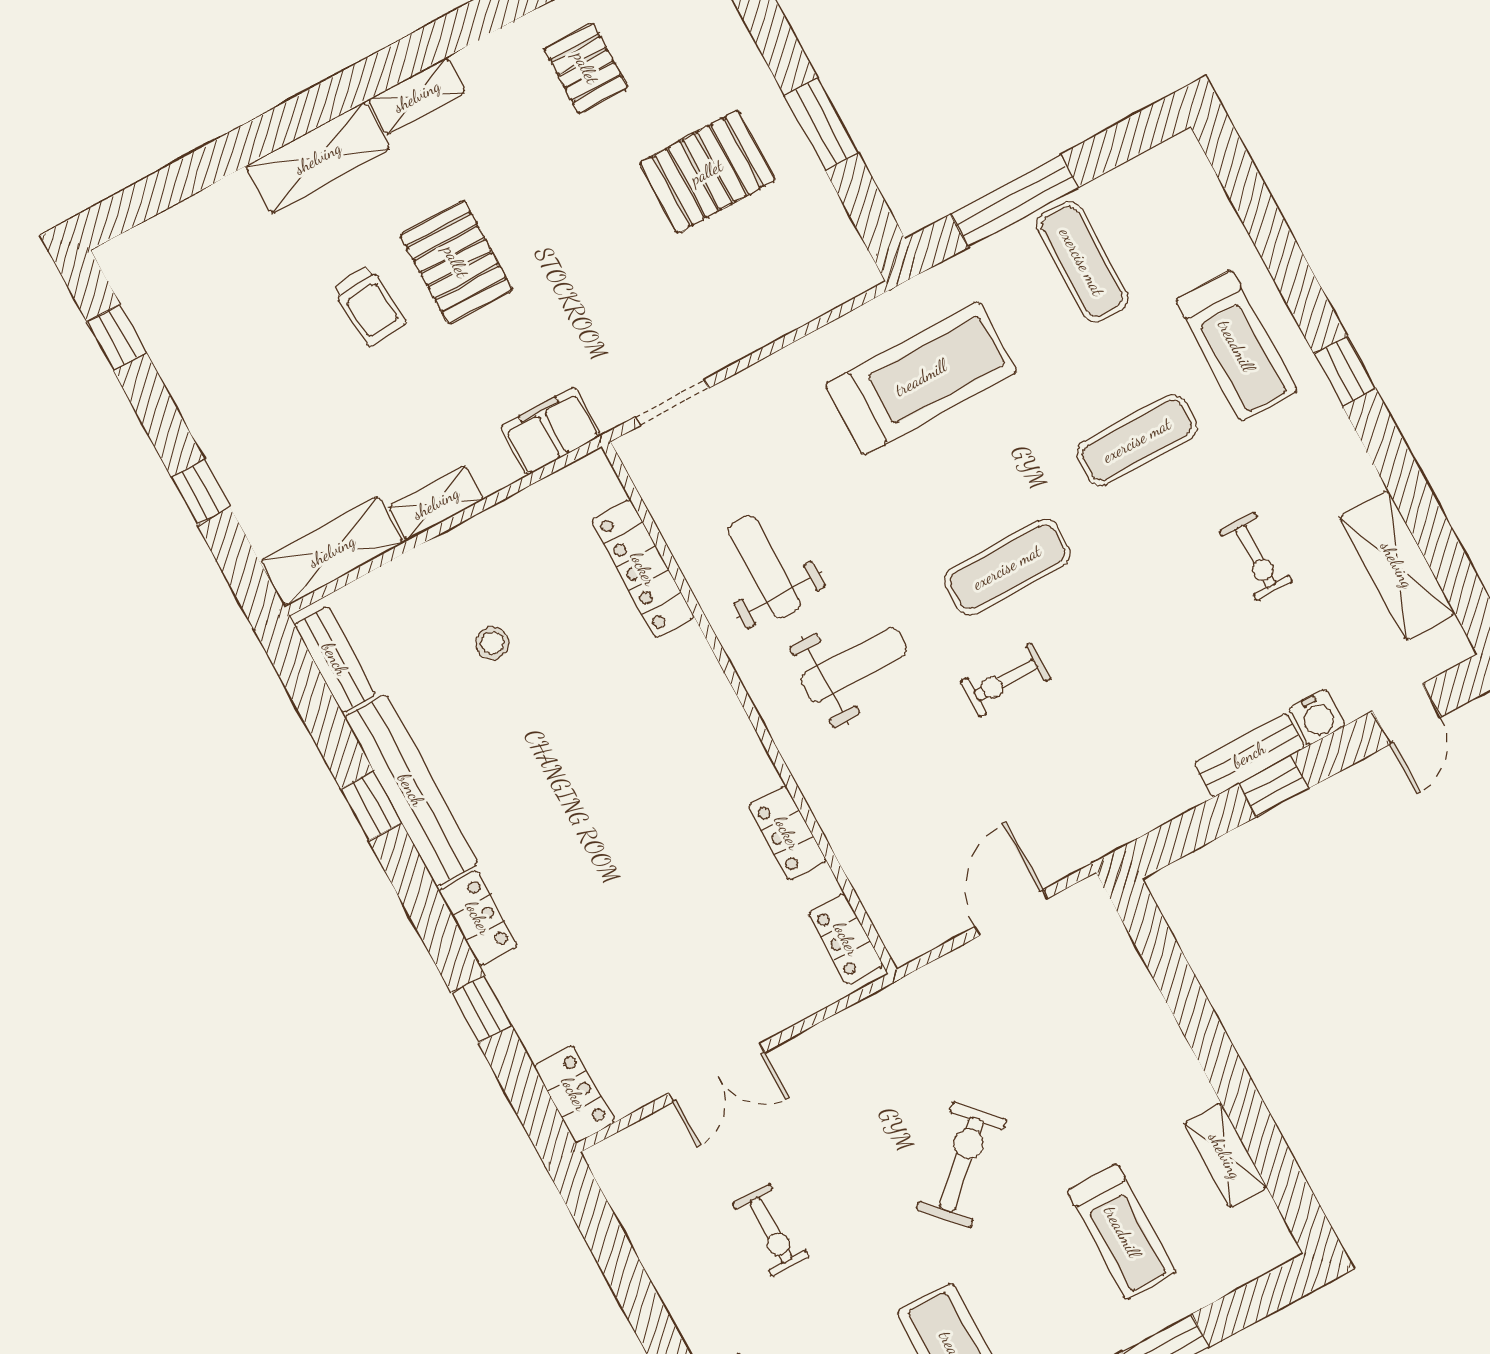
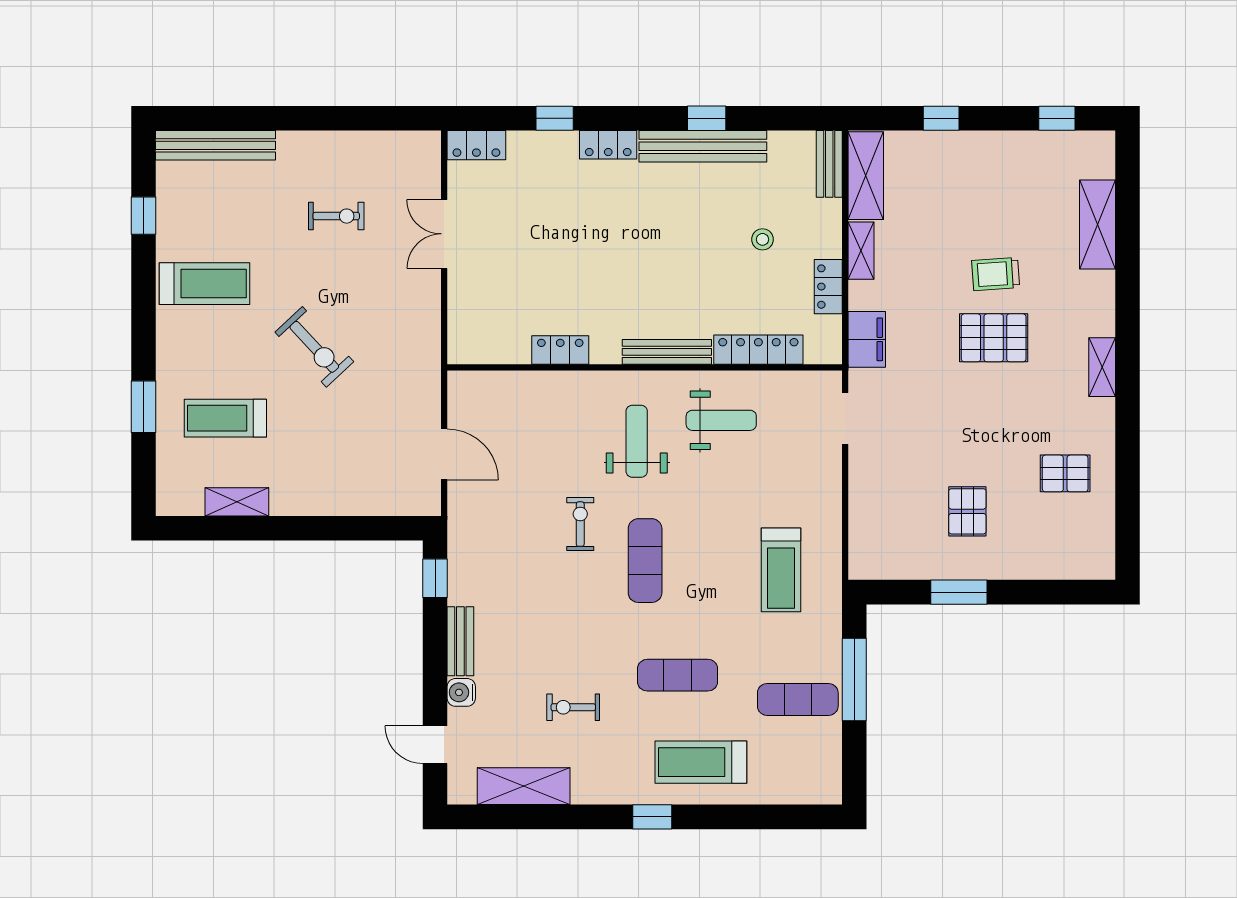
shelving: (318, 158) -> (1098, 224), moved
pallet: (707, 172) -> (967, 511), width x0.67, depth x0.71
treadmill: (921, 378) -> (781, 570), width x0.73, depth x0.73
exercise mat: (1137, 440) -> (678, 675), turned 90
bench: (335, 659) -> (829, 164), moved, turned 90
weight bench: (854, 665) -> (637, 441), turned 180
bench: (712, 689) -> (667, 352), added
window: (1273, 786) -> (435, 578), moved
locker: (846, 939) -> (828, 287), moved, turned -90
exercise bike: (771, 1230) -> (336, 216), turned 180

